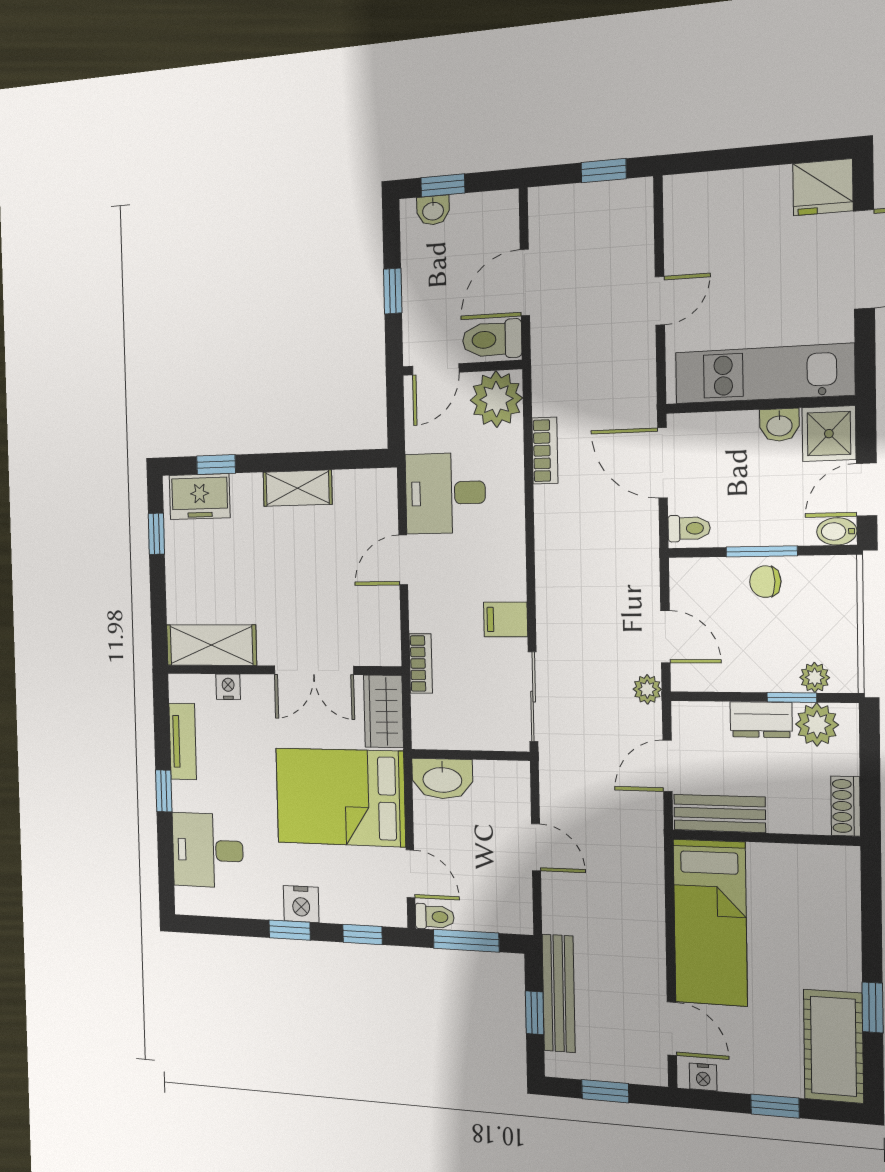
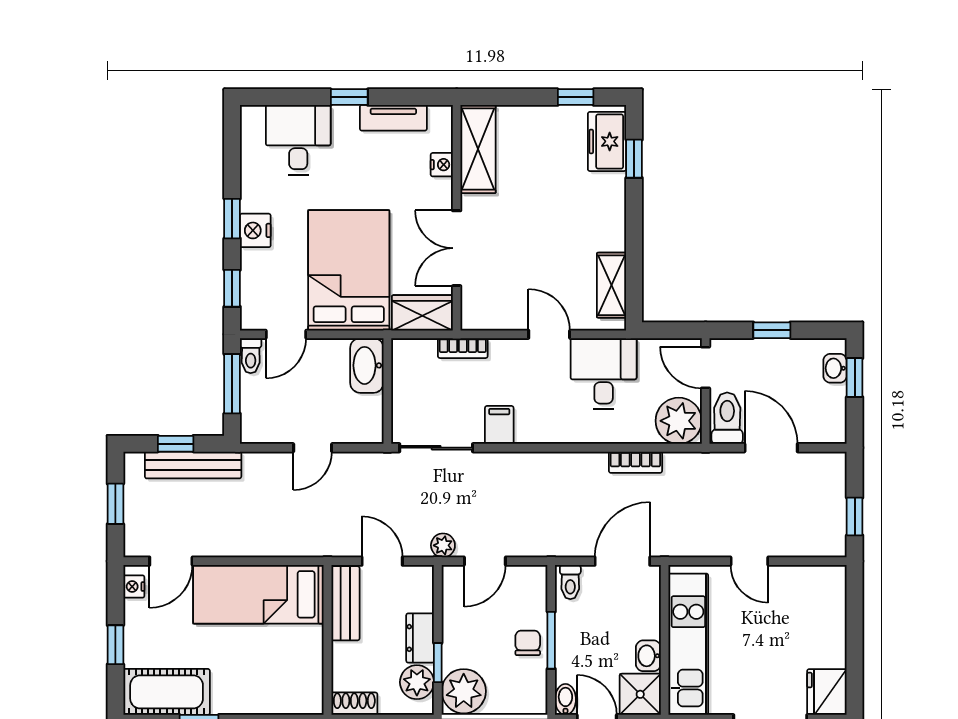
shelving: (298, 488) -> (612, 285), moved
plant: (815, 677) -> (464, 691), width x1.88, depth x1.88

